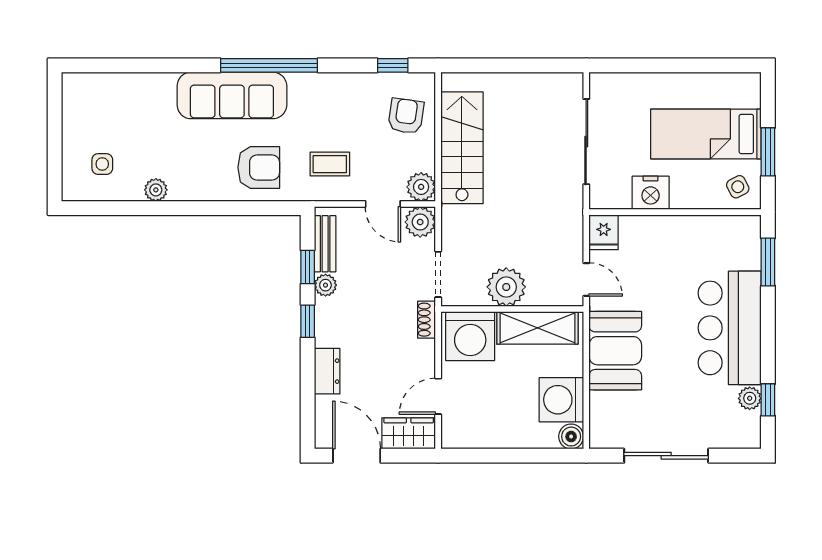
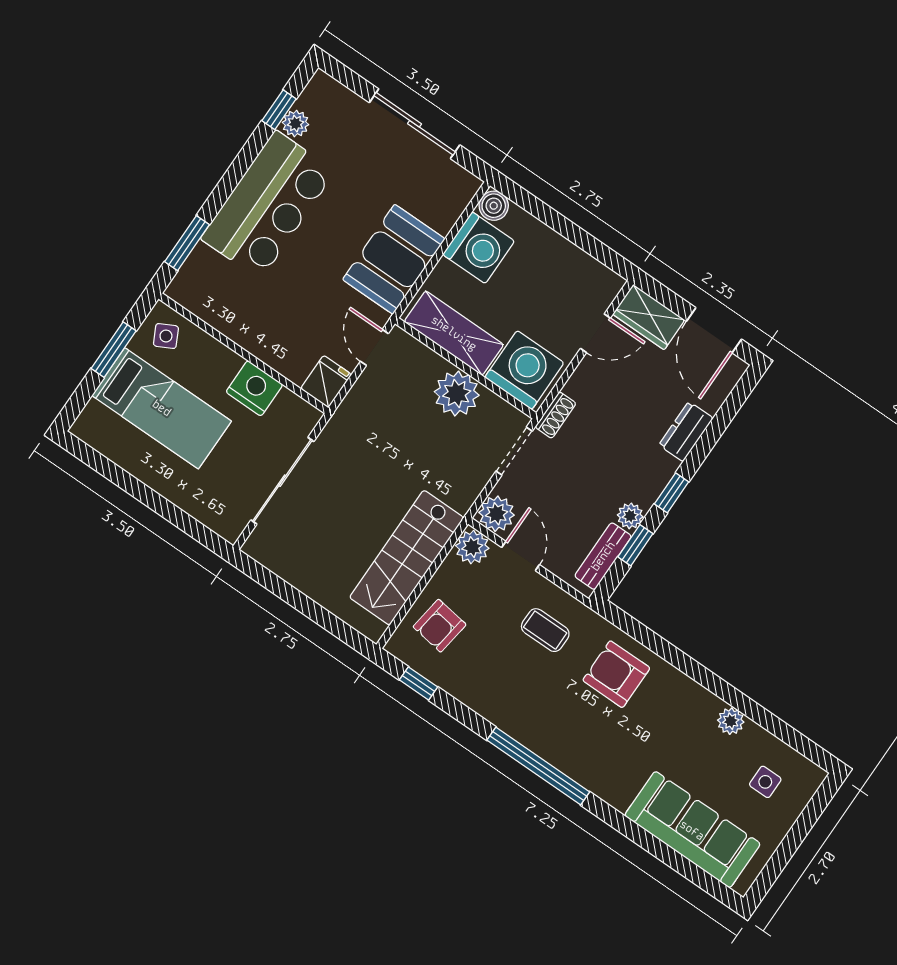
sofa: (232, 95) -> (692, 830), moved

